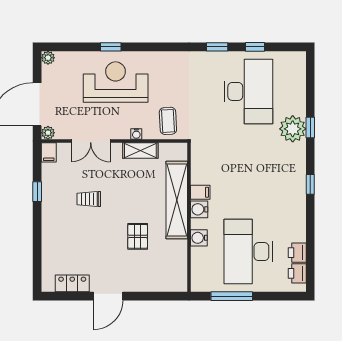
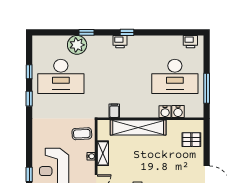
desk: (248, 91) -> (61, 76), turned 180
plant: (293, 129) -> (77, 45), moved
filing cabinet: (200, 192) -> (114, 111), moved
water cooler: (199, 209) -> (178, 111), moved
pallet: (138, 236) -> (191, 140), moved
printer: (297, 253) -> (120, 42), moved

